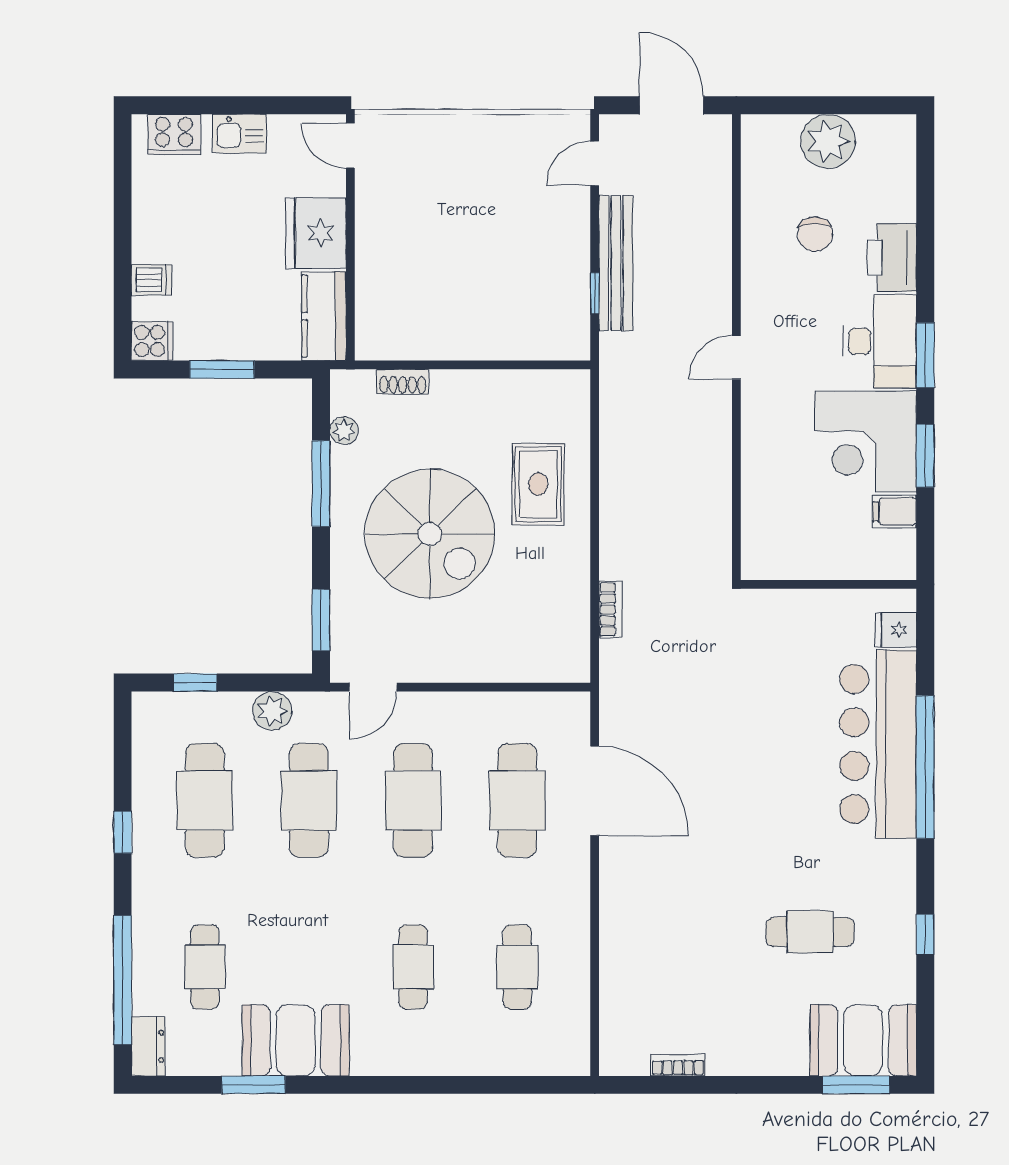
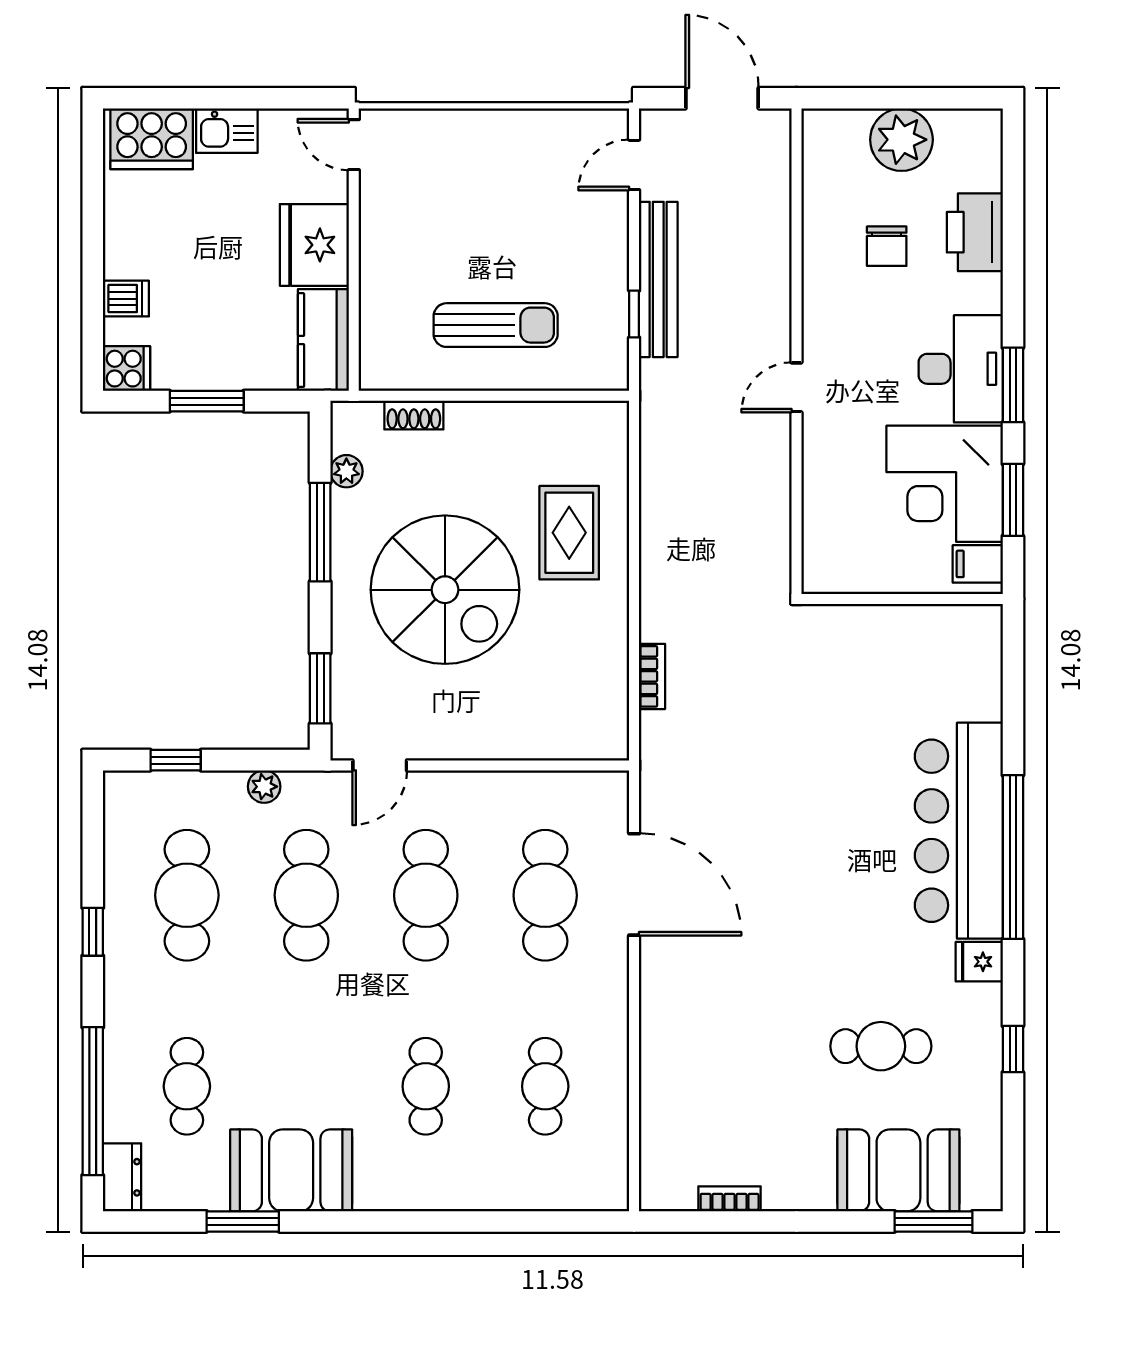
cooker: (174, 134) -> (152, 139), width x1.37, depth x1.31
printer: (892, 258) -> (975, 232), moved
sun lounger: (474, 303) -> (496, 325), added
wall: (829, 584) -> (902, 599), moved
fridge: (896, 630) -> (979, 962), moved
plant: (272, 711) -> (264, 787), width x0.73, depth x0.73
booth: (863, 1040) -> (898, 1170), moved

